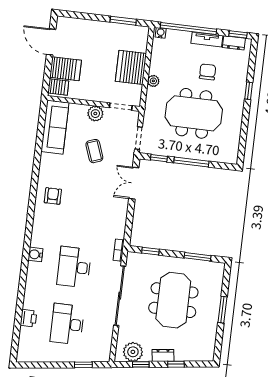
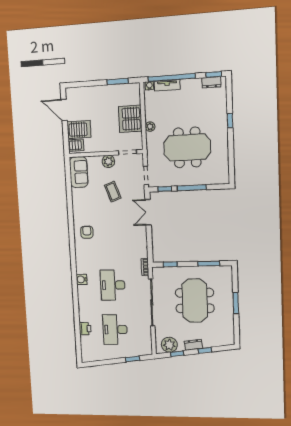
tv unit: (207, 39) -> (167, 85), moved
chair: (208, 72) -> (193, 111), removed
sofa: (55, 127) -> (79, 172), width x0.74

